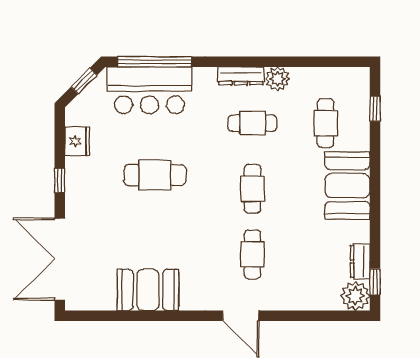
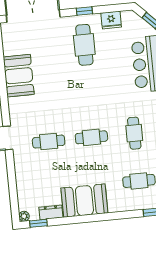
cafe table: (155, 175) -> (84, 45), moved
booth: (347, 186) -> (84, 201), moved
plant: (355, 296) -> (24, 216), width x0.53, depth x0.53

